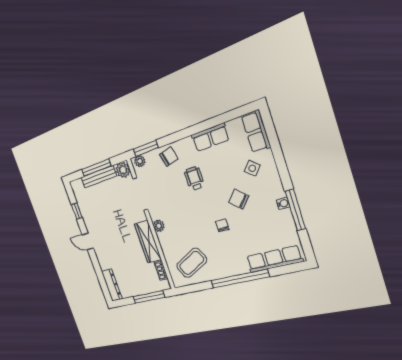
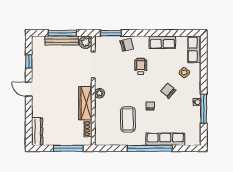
plant: (140, 161) -> (102, 40), removed
row of seats: (274, 259) -> (165, 139), moved
coffee table: (192, 263) -> (128, 119), moved, turned -64

